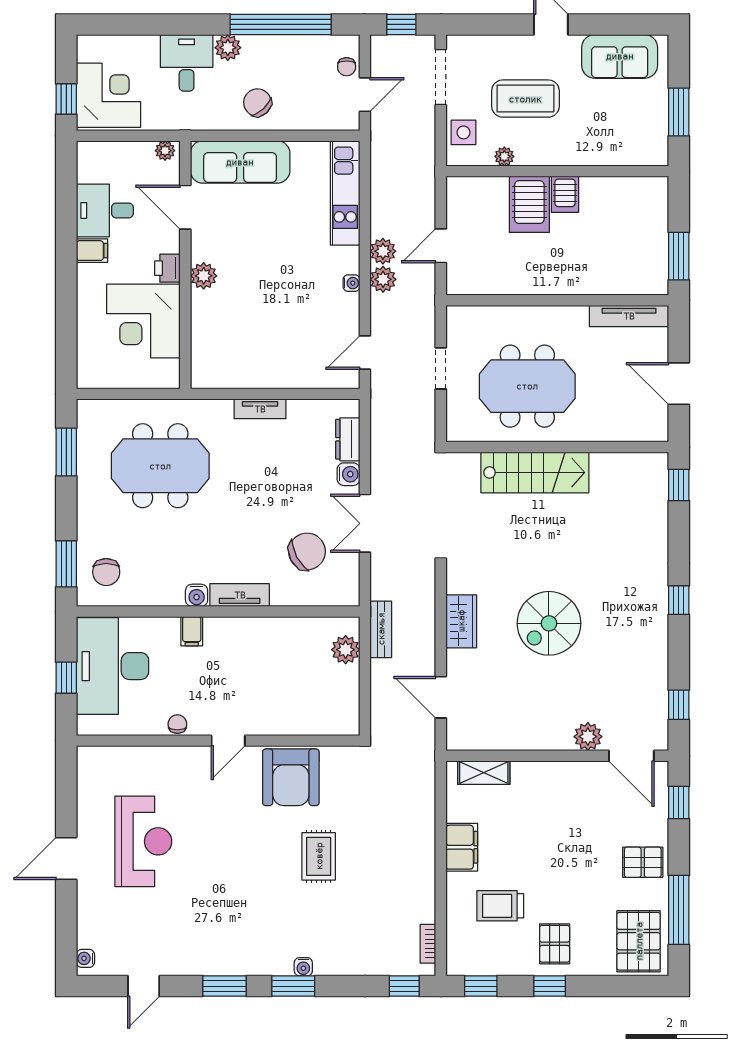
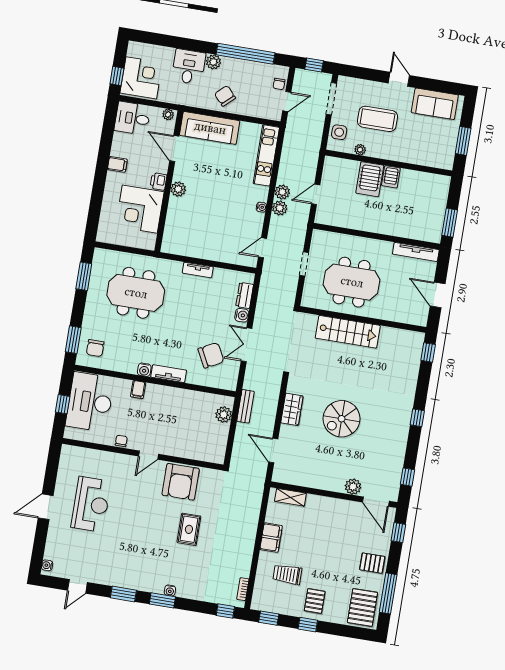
desk: (105, 210) -> (132, 118), moved

